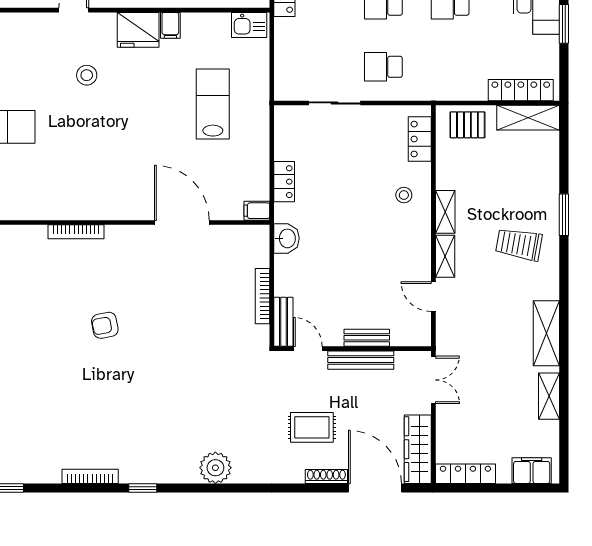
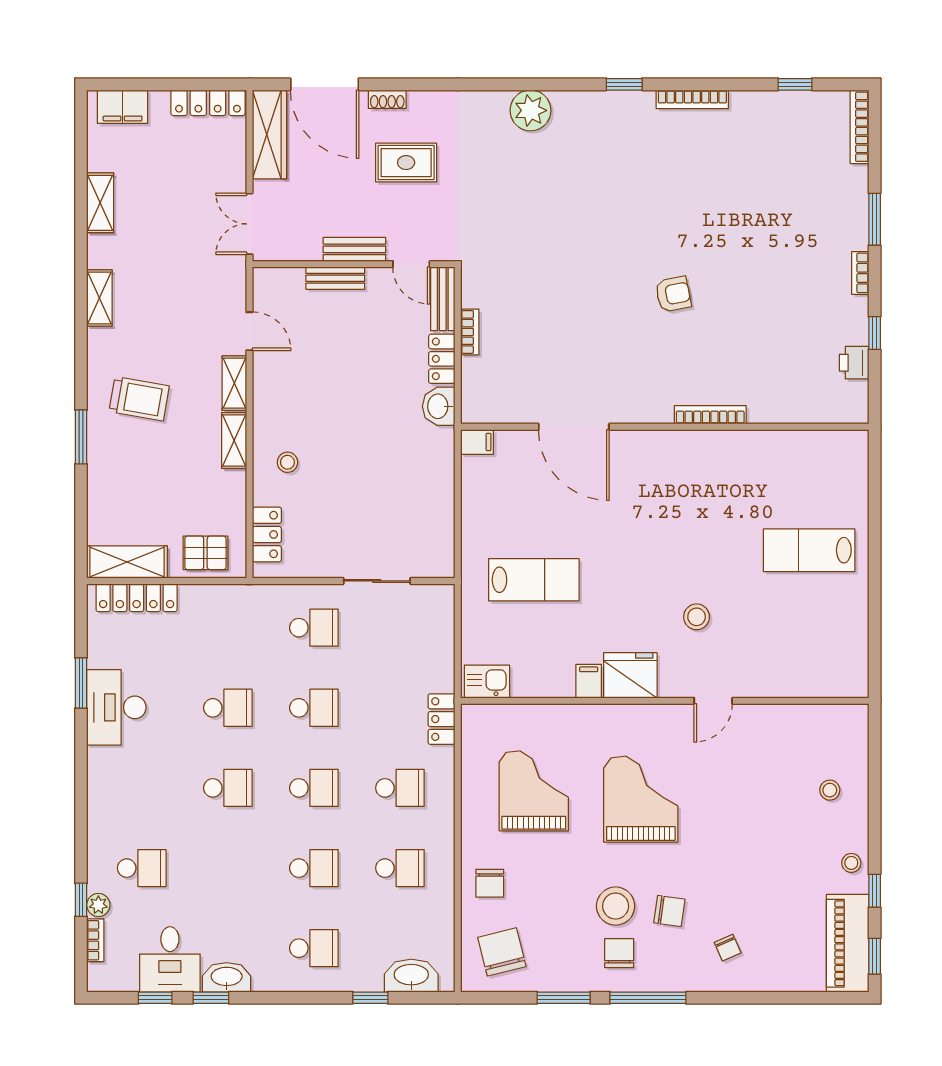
lab bench: (213, 104) -> (534, 580), turned -90
locker: (284, 182) -> (442, 359), moved
bookcase: (262, 296) -> (470, 332), width x0.64
shelving: (546, 333) -> (99, 298), width x0.67, depth x0.75
bench: (361, 360) -> (354, 249), width x0.73
shoe rack: (326, 476) -> (387, 99), width x0.70

